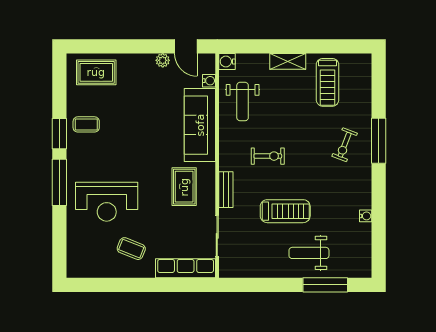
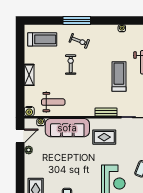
treadmill: (328, 82) -> (42, 39), moved
exercise bike: (268, 156) -> (71, 65), moved

